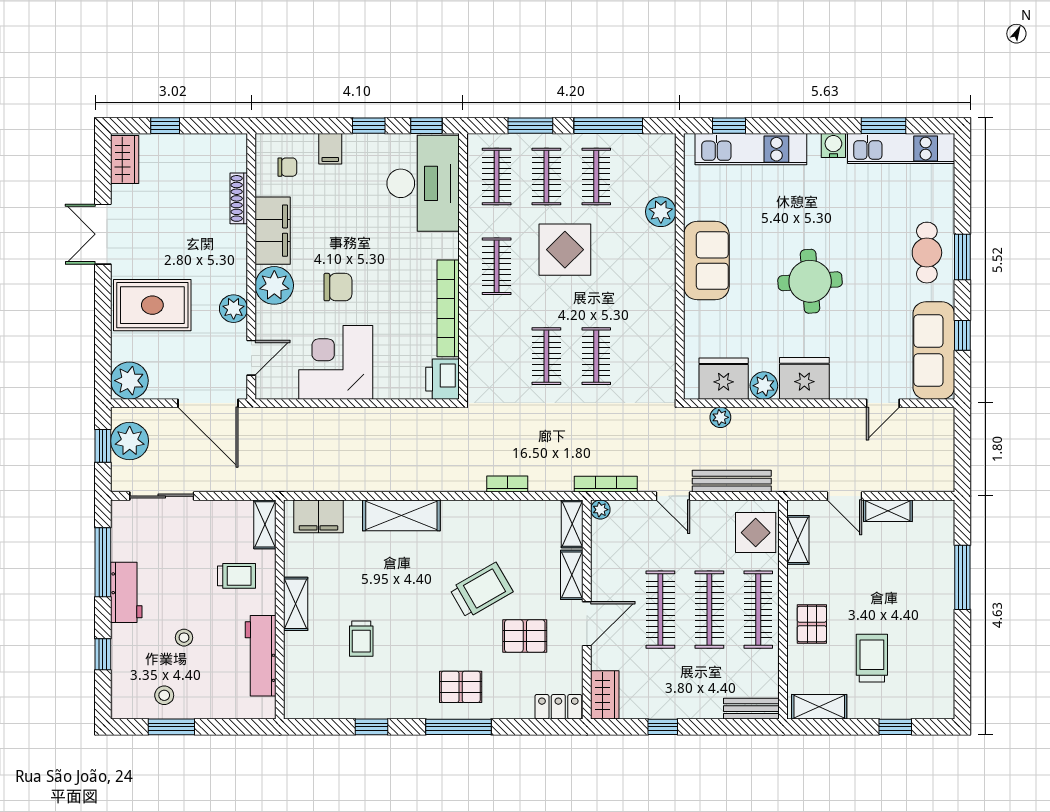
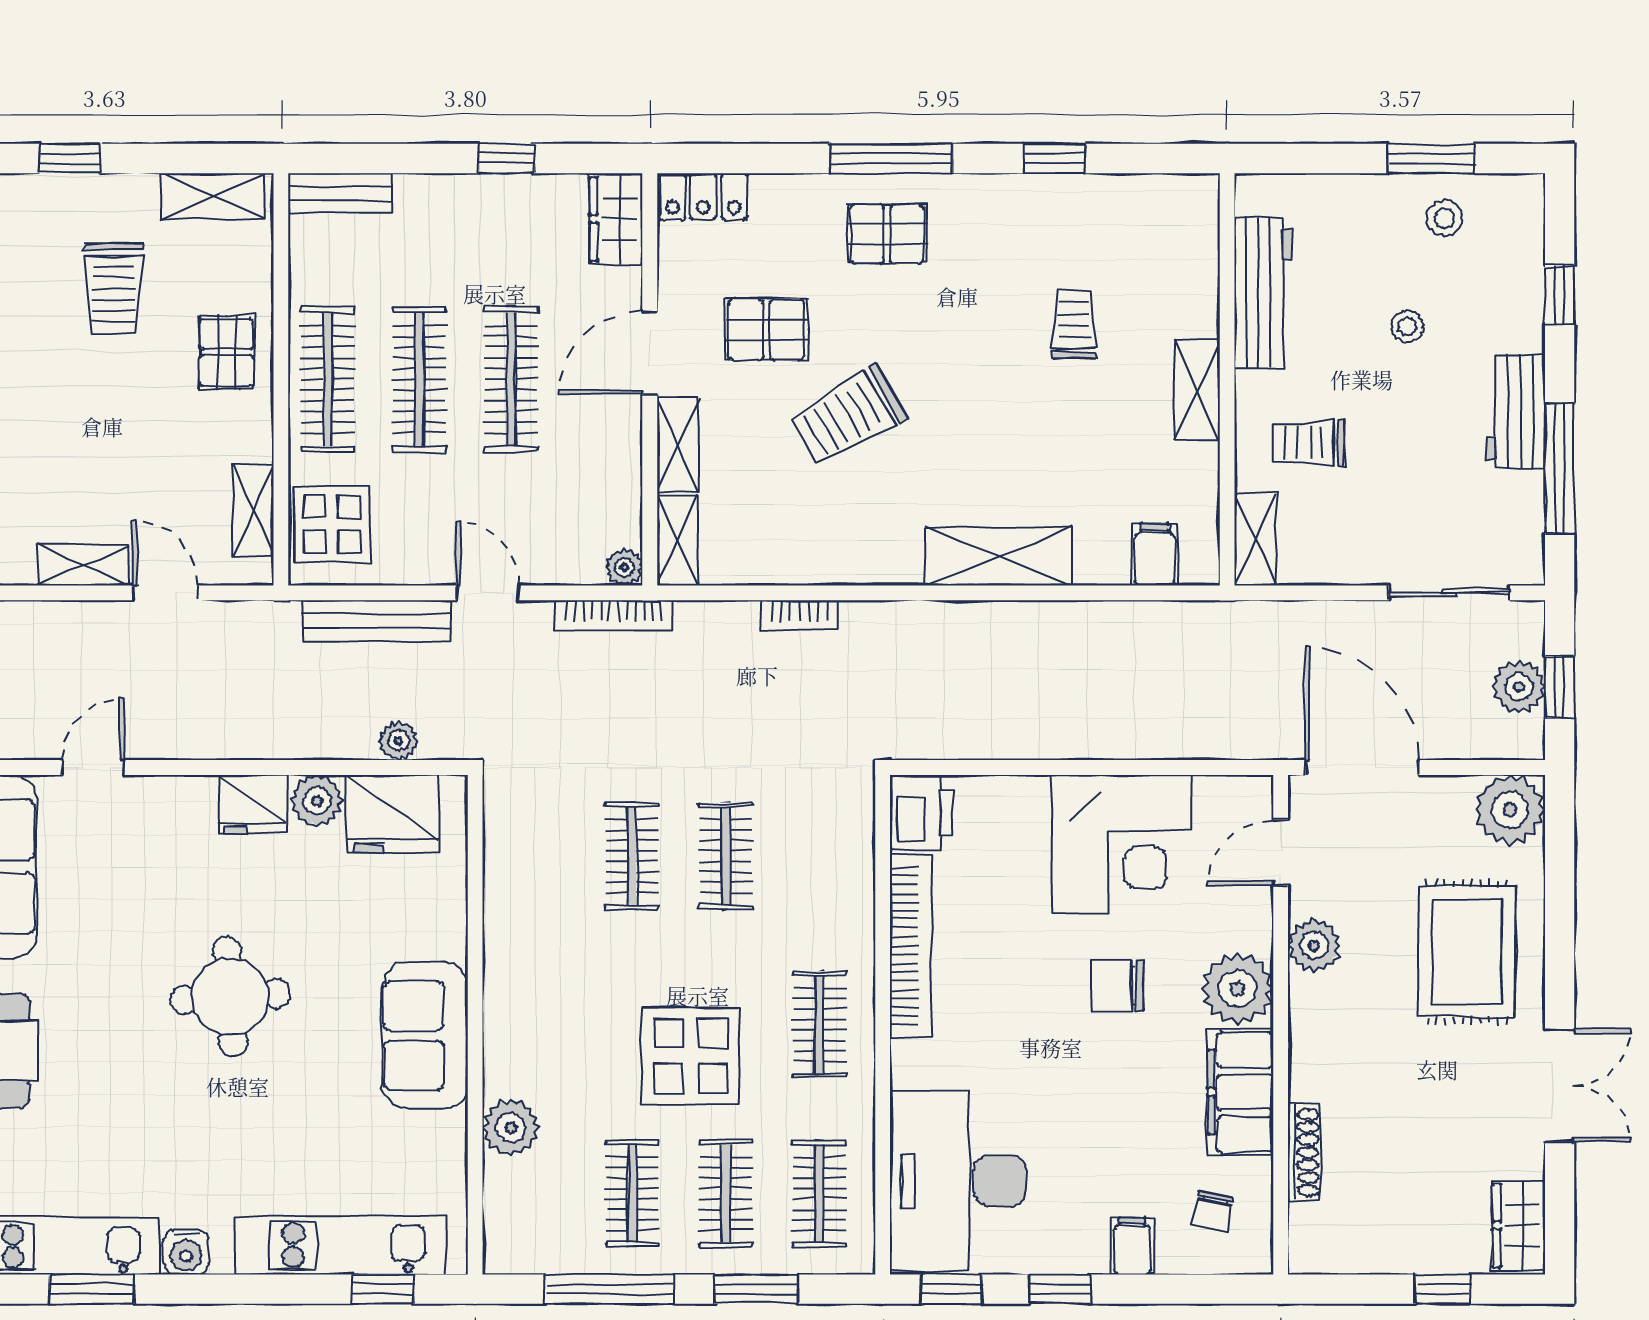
chair: (287, 167) -> (1213, 1211), turned -78
rug: (152, 305) -> (1467, 952), turned 90
fridge: (804, 378) -> (253, 804), width x0.73, depth x0.75
plant: (130, 441) -> (1519, 687), width x0.73, depth x0.73
filing cabinet: (318, 516) -> (1154, 555), width x0.50

